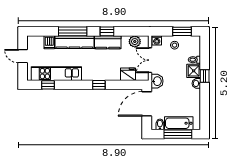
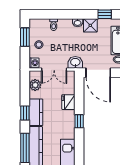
shower: (194, 71) -> (90, 25), moved
fridge: (128, 74) -> (68, 102), moved
window: (205, 76) -> (105, 14), moved

